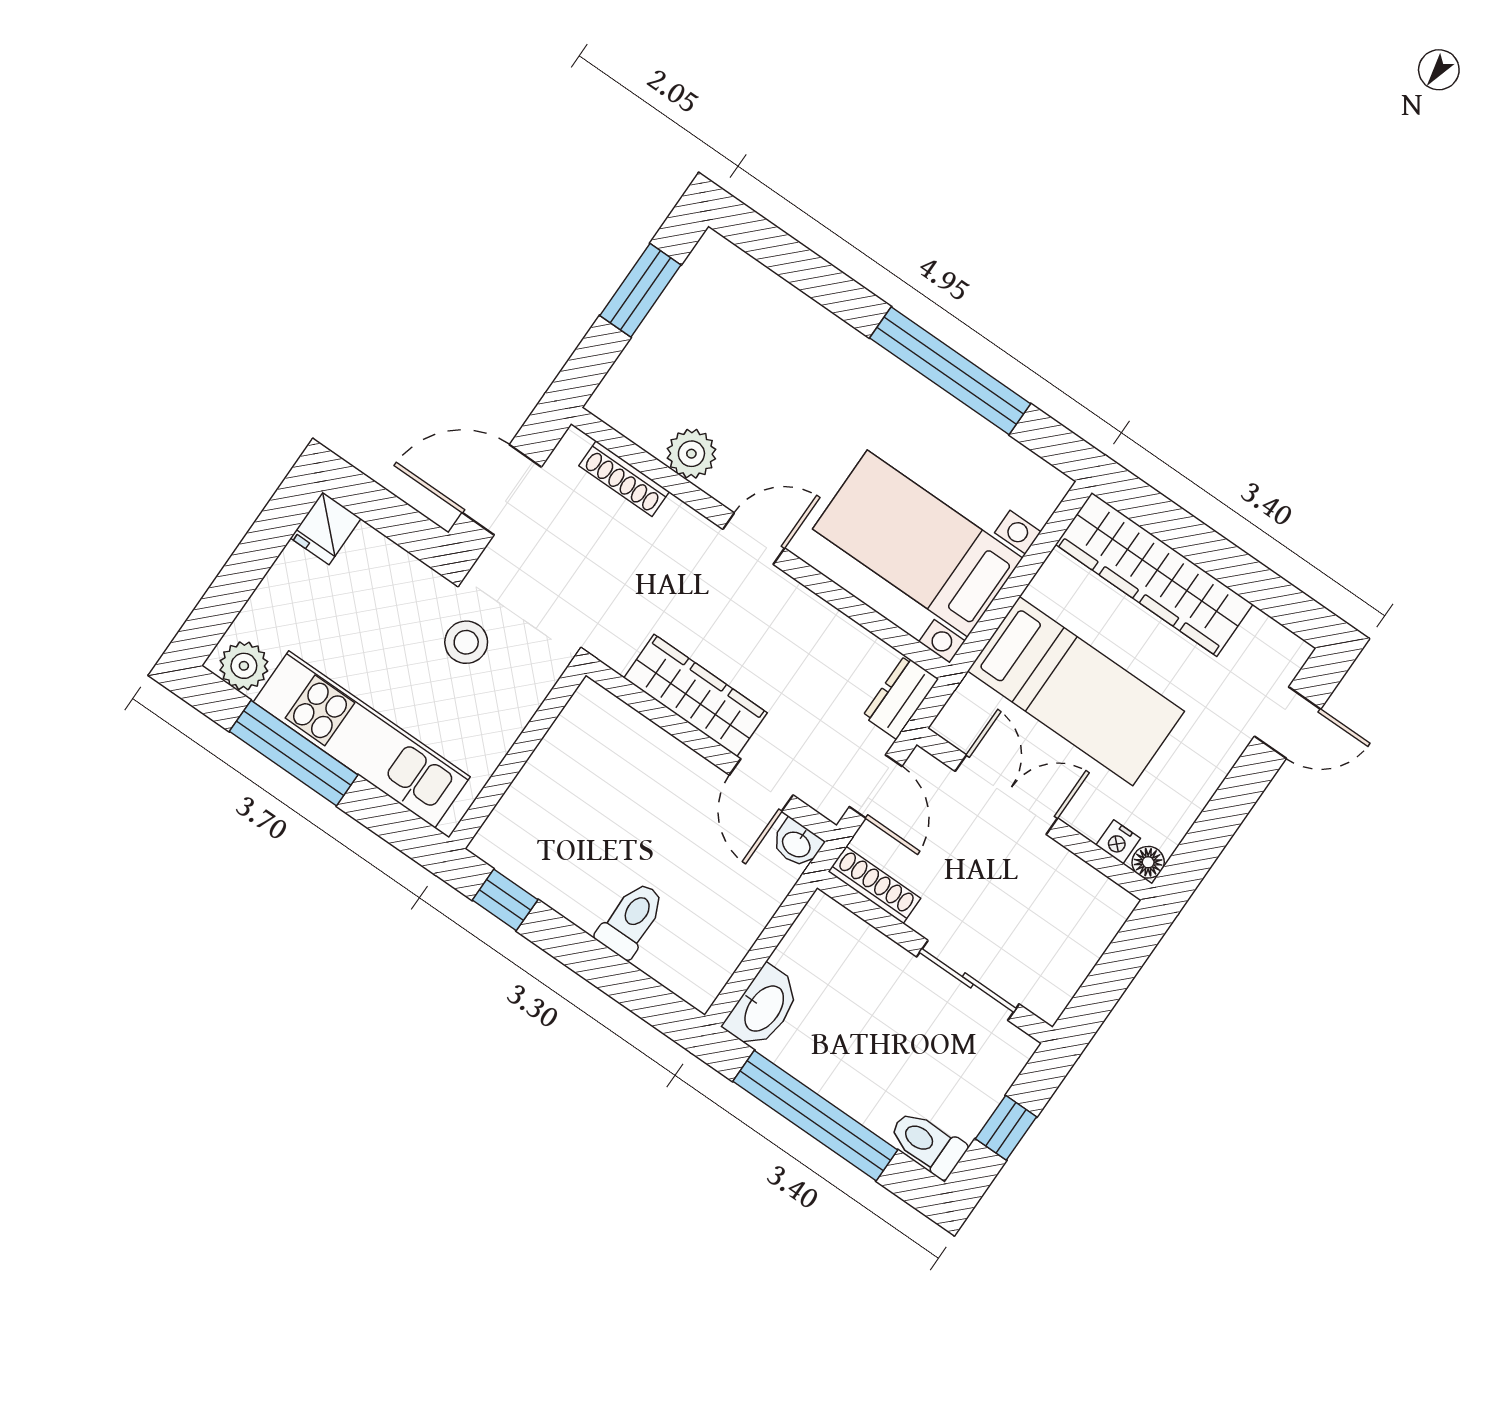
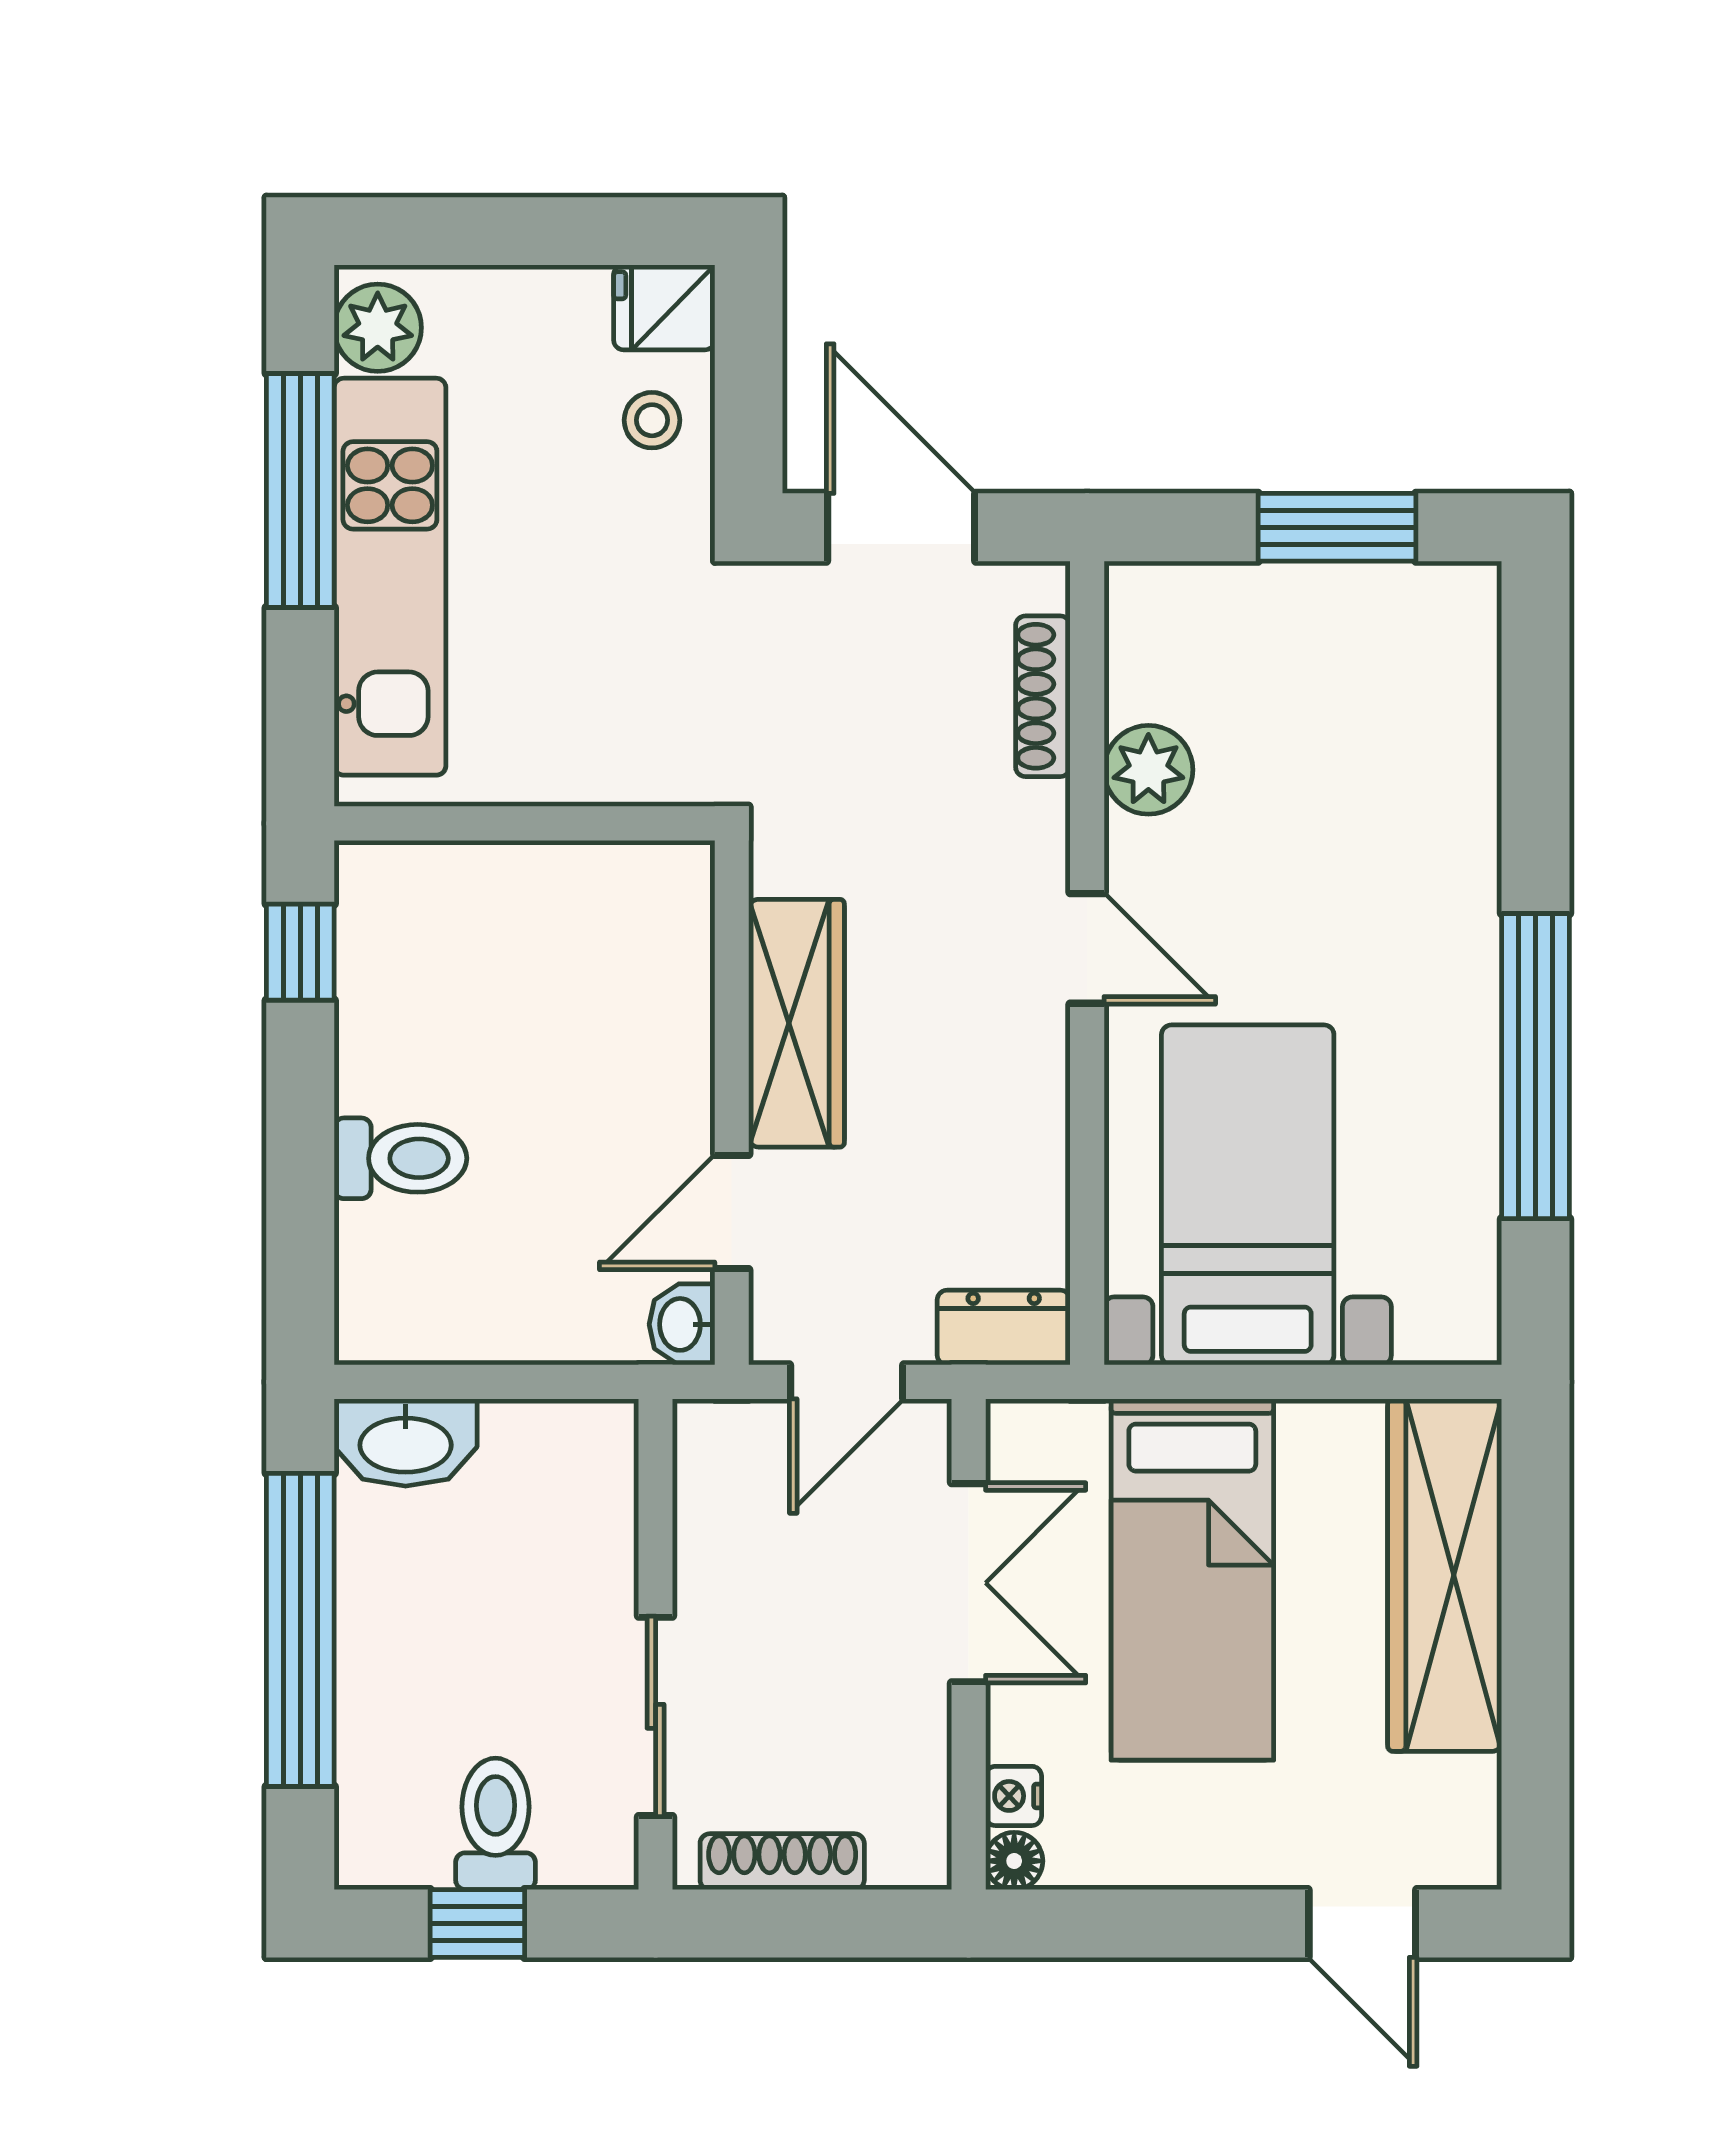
stool: (466, 642) -> (652, 420), moved, width x0.73, depth x0.73
shoe rack: (874, 885) -> (782, 1862), moved, turned -90
toilet: (927, 1143) -> (496, 1824), moved

